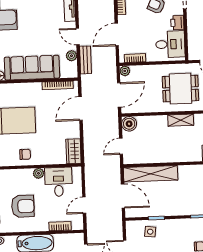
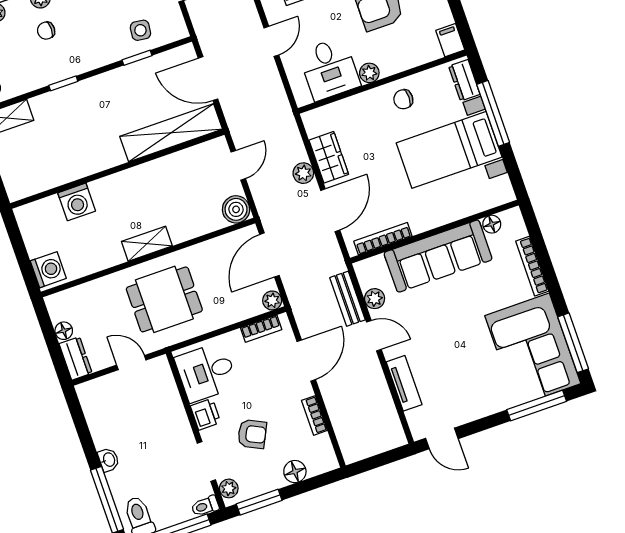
plant: (89, 132) -> (303, 173), added
wardrobe: (73, 151) -> (329, 157), moved

